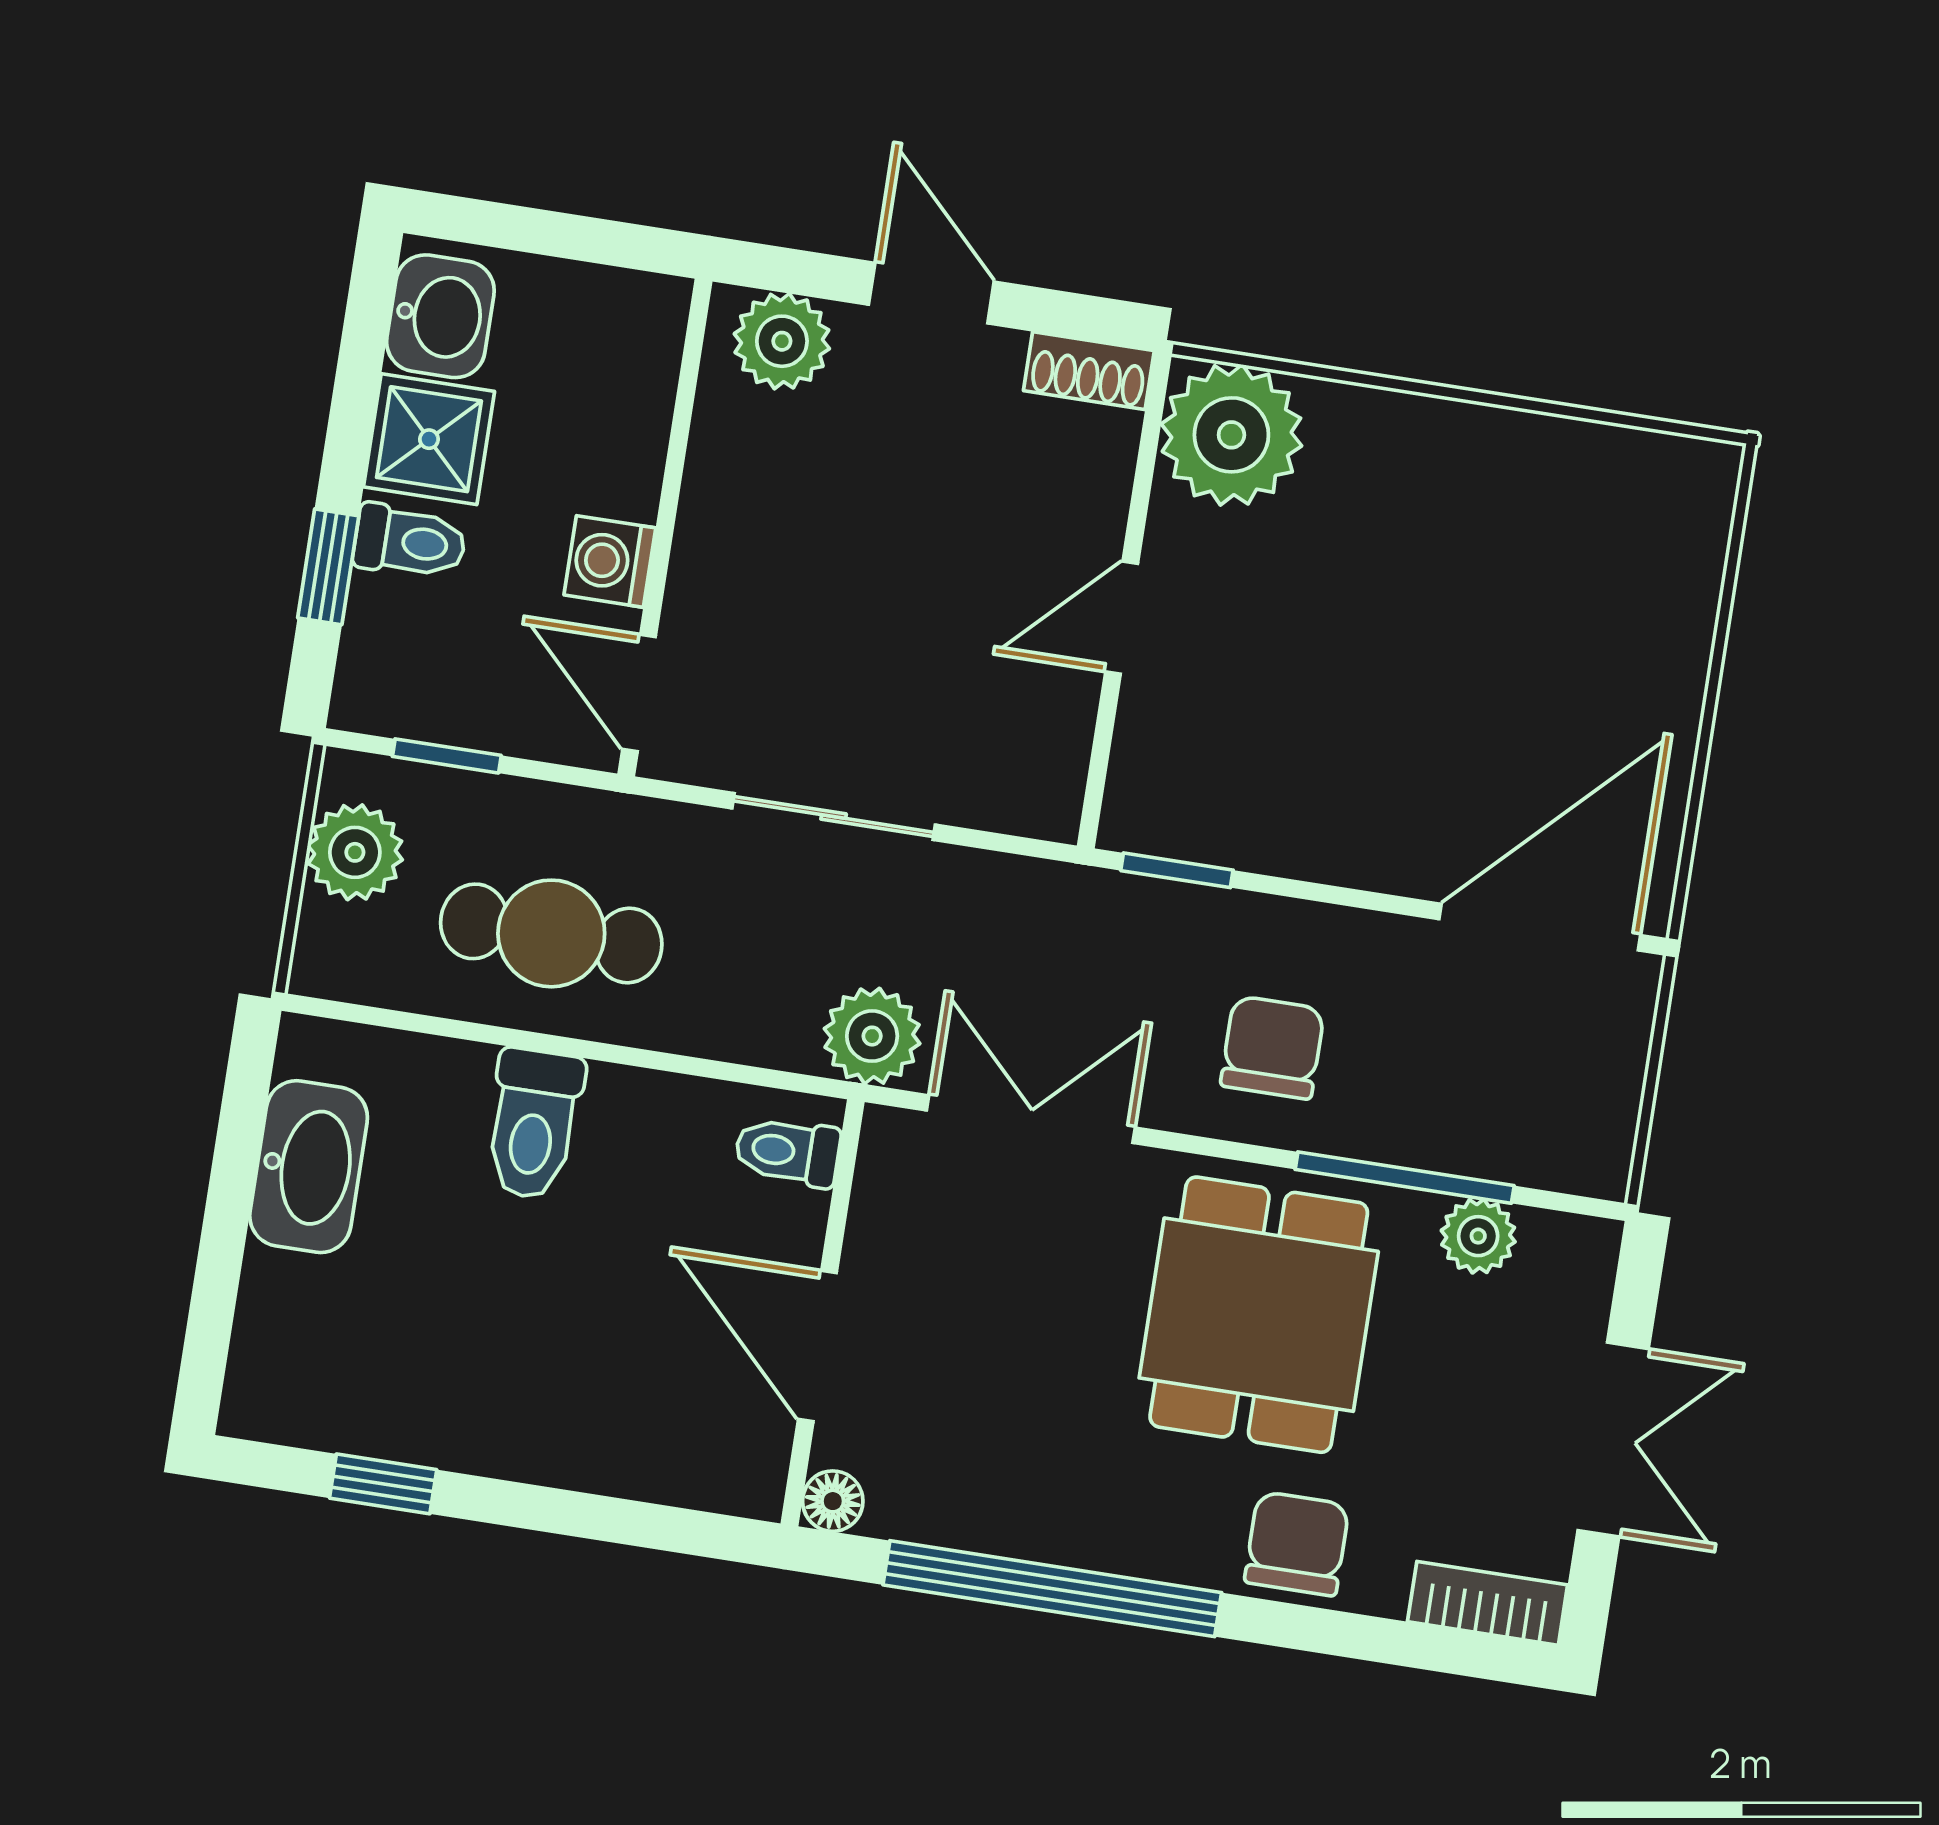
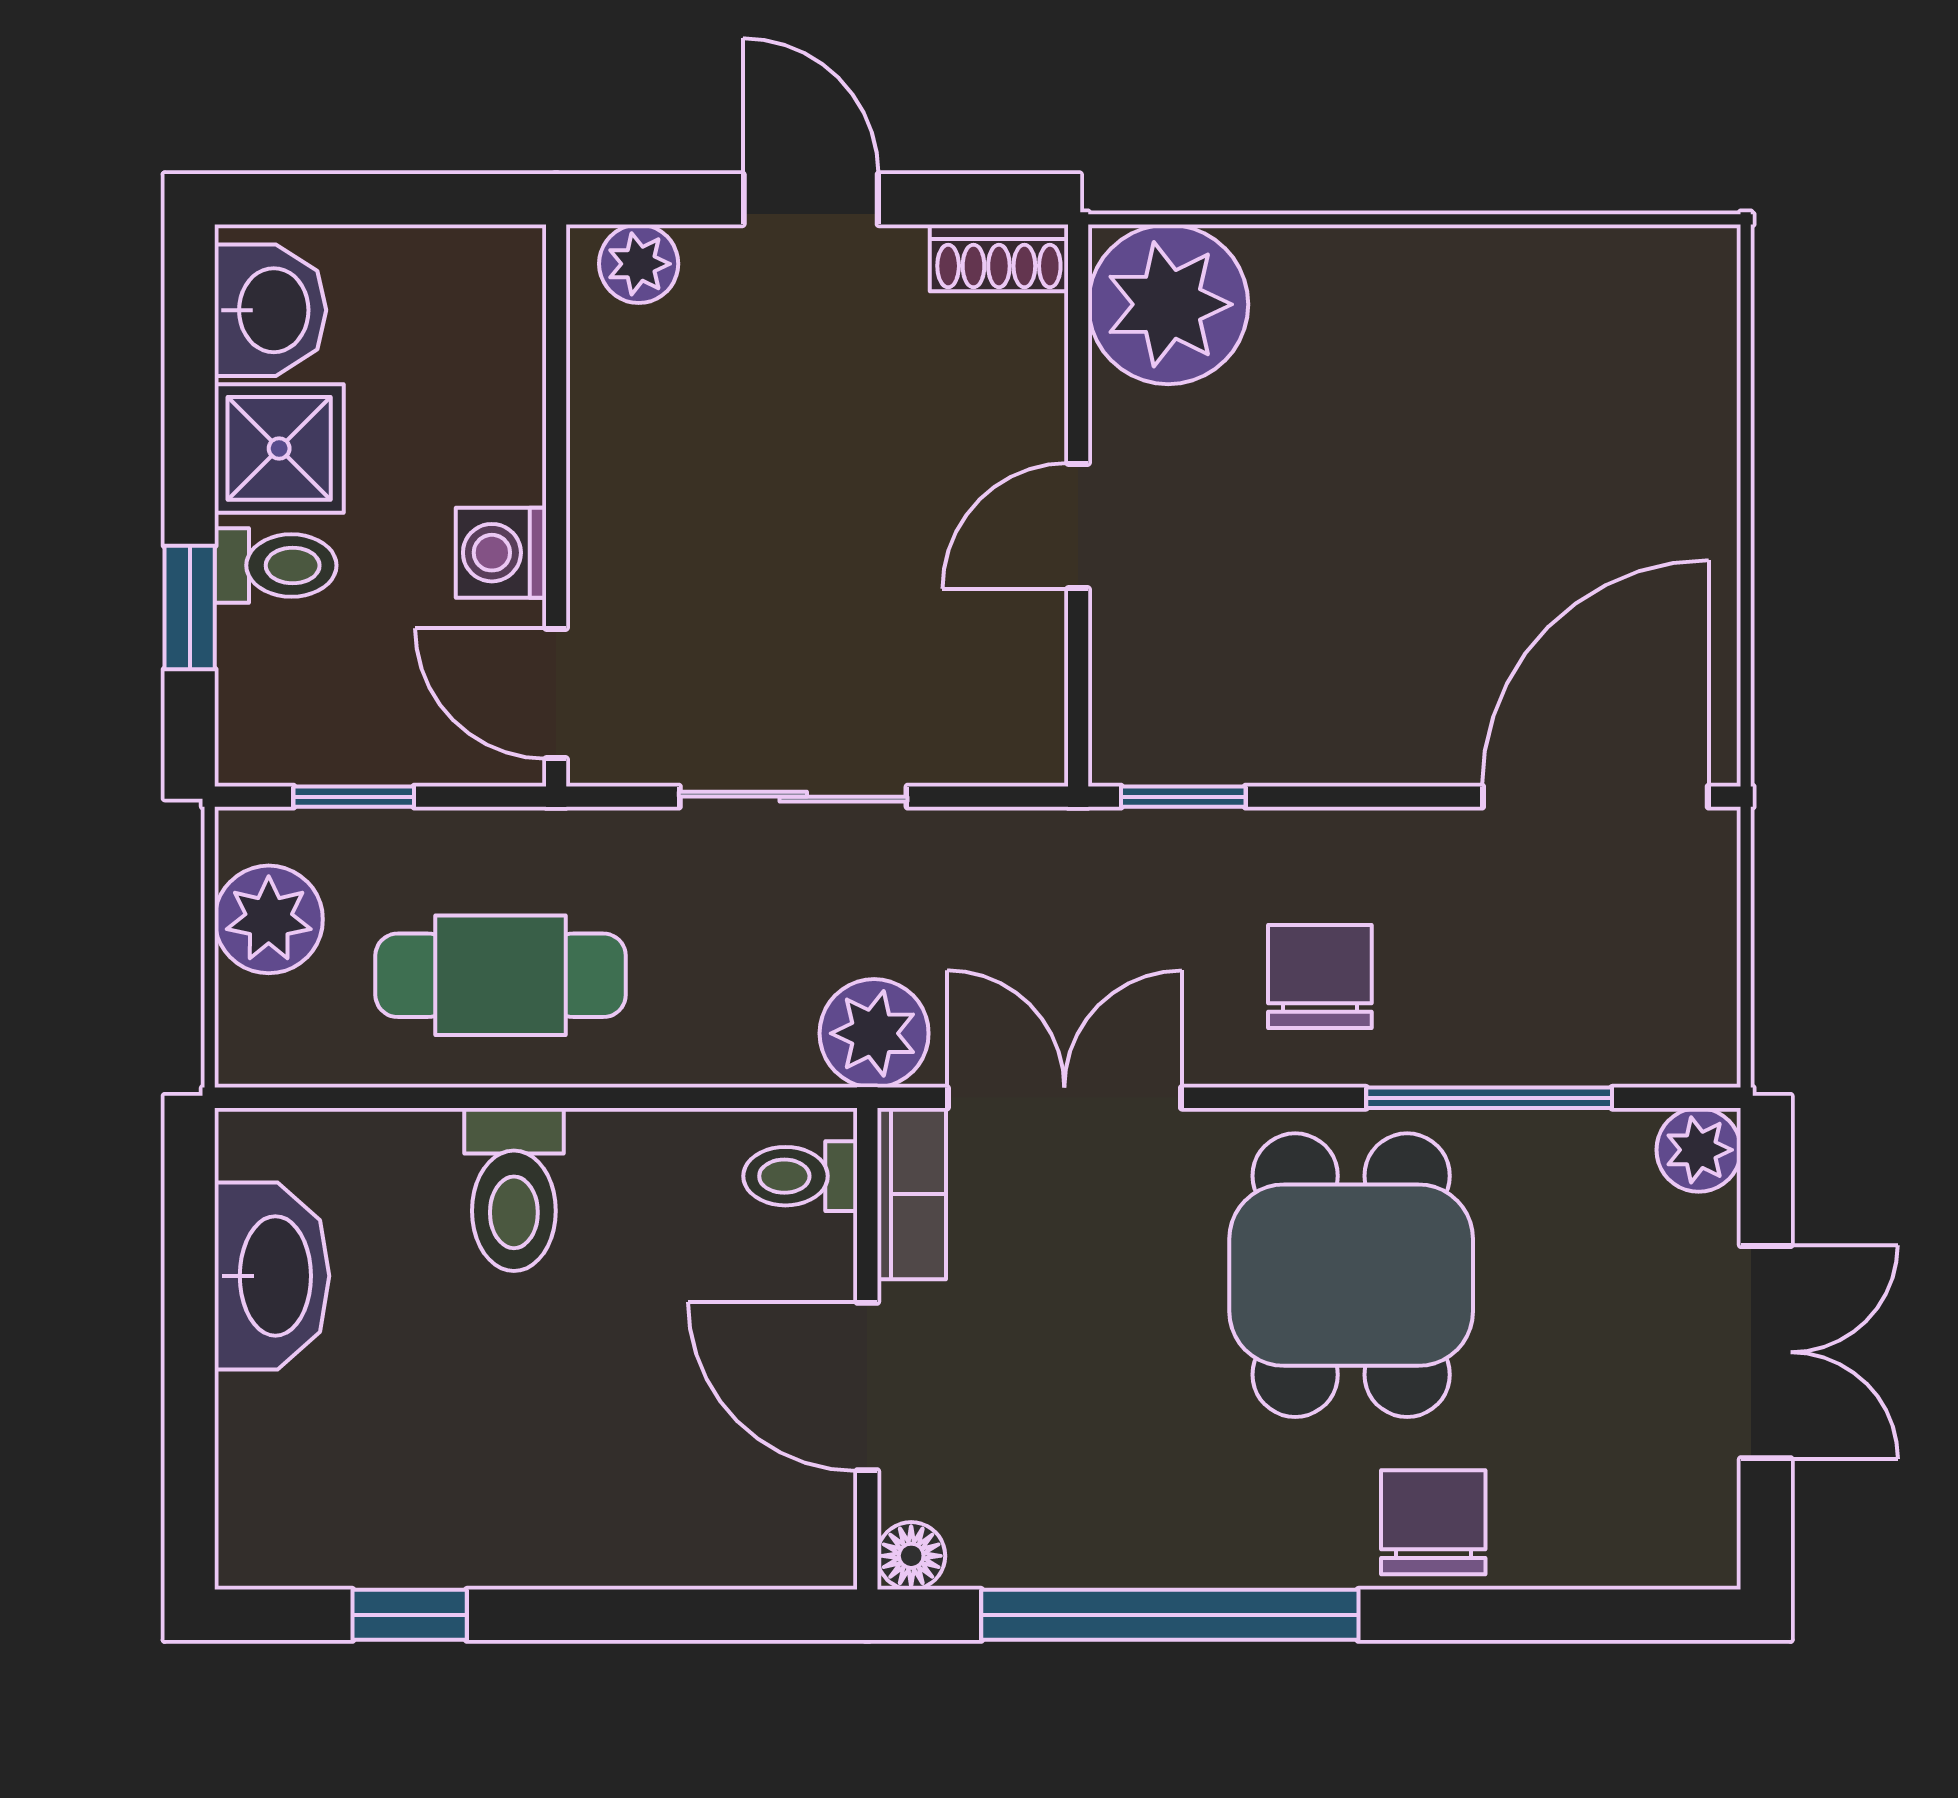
plant: (782, 341) -> (639, 264), width x0.73, depth x0.73
plant: (1478, 1236) -> (1699, 1150), moved
bookcase: (1488, 1603) -> (912, 1194), moved, turned 90

